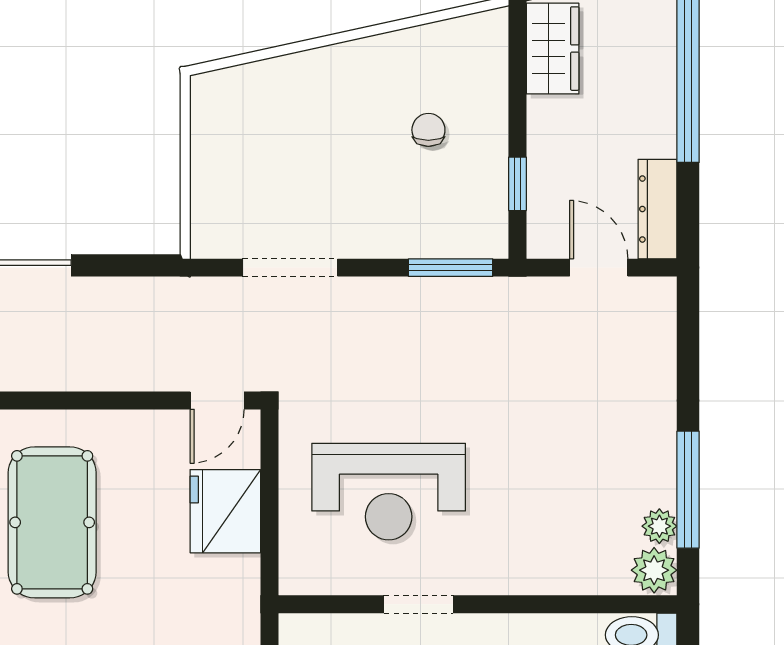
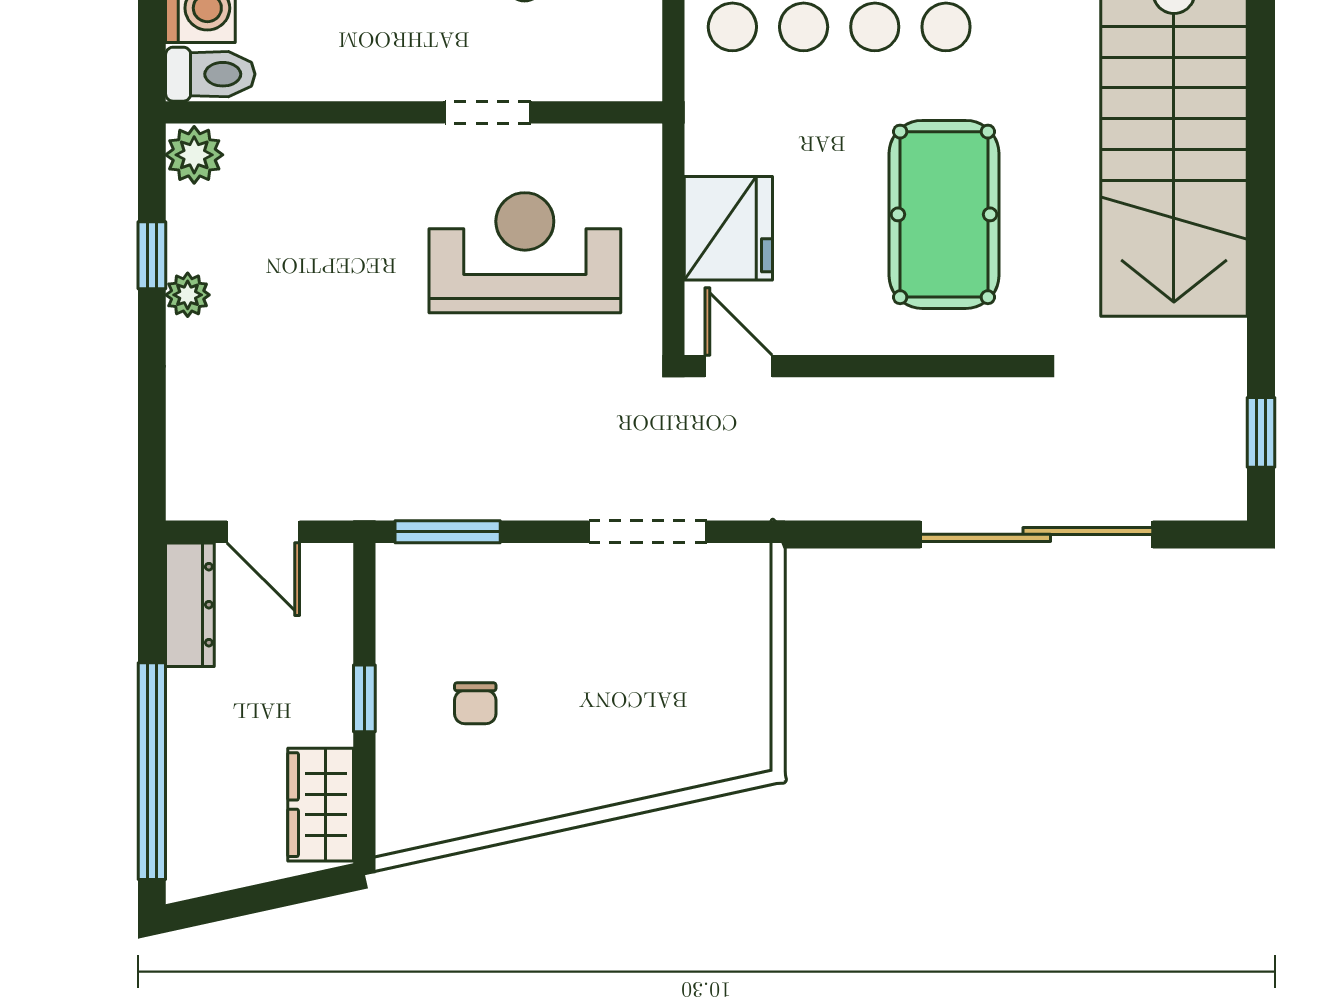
window: (518, 184) -> (364, 698), moved
door: (217, 401) -> (739, 366), hinge flipped
window: (688, 490) -> (152, 255), width x0.46
plant: (659, 526) -> (188, 295), moved

